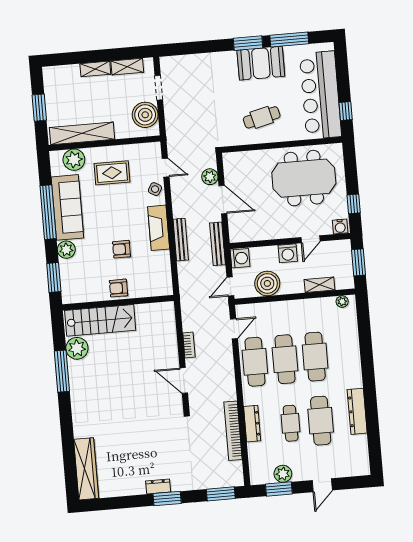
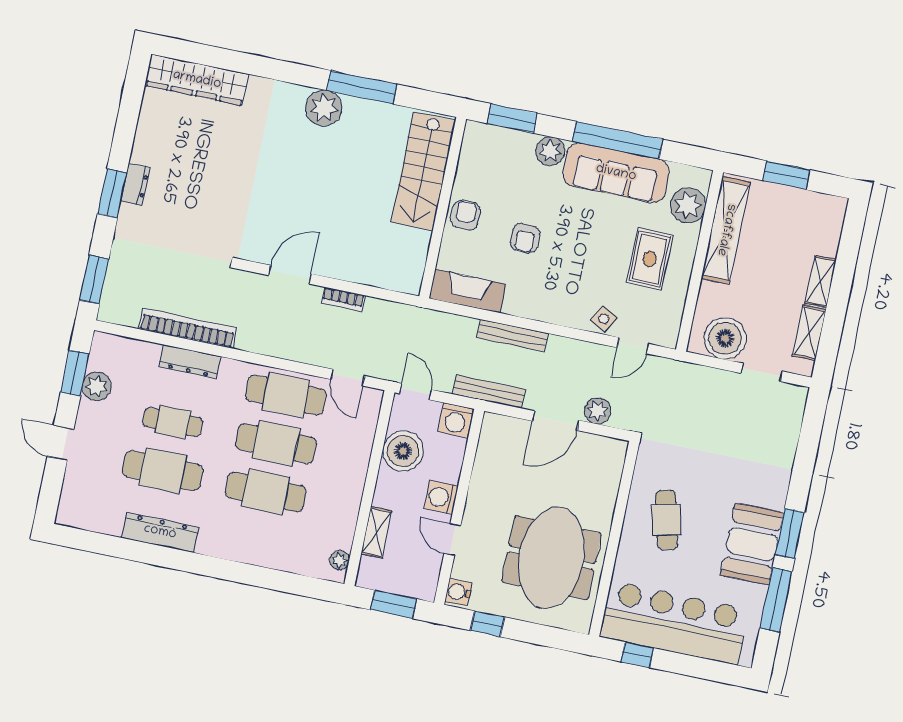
fireplace: (159, 228) -> (468, 291), moved
armchair: (122, 249) -> (525, 238), turned 180
plant: (77, 348) -> (324, 108), moved

